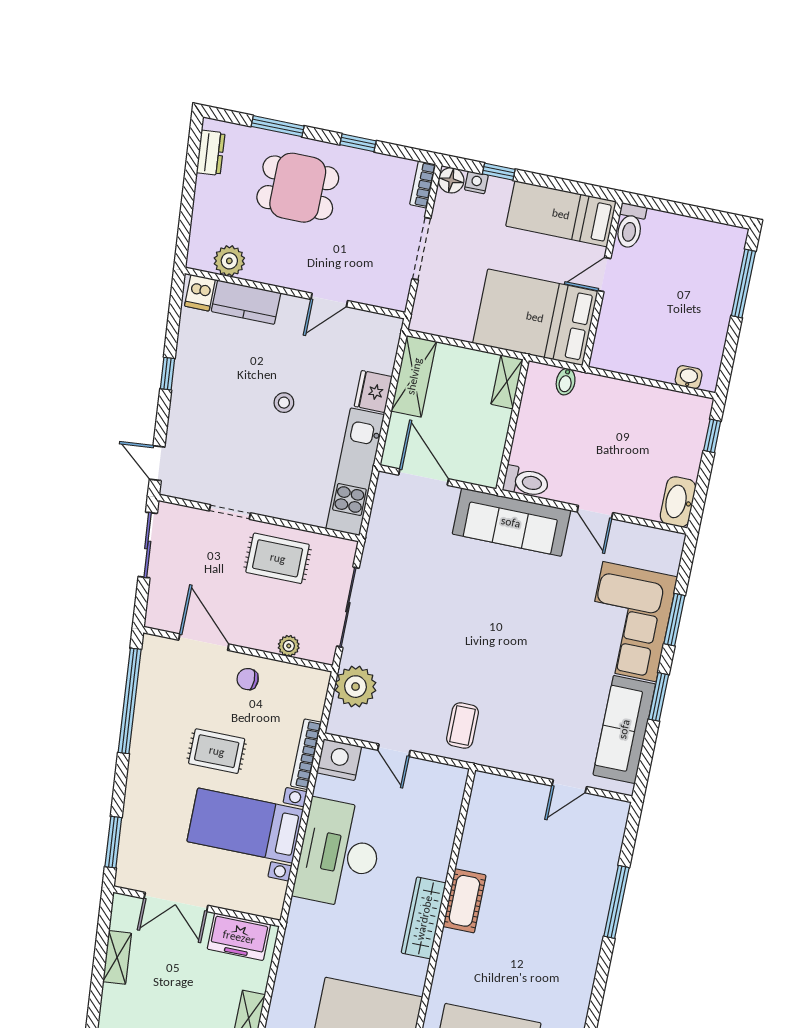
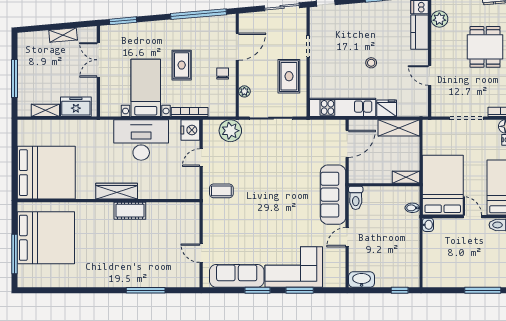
washbasin: (689, 377) -> (428, 225), moved
freezer: (239, 937) -> (76, 107), moved, turned 90

